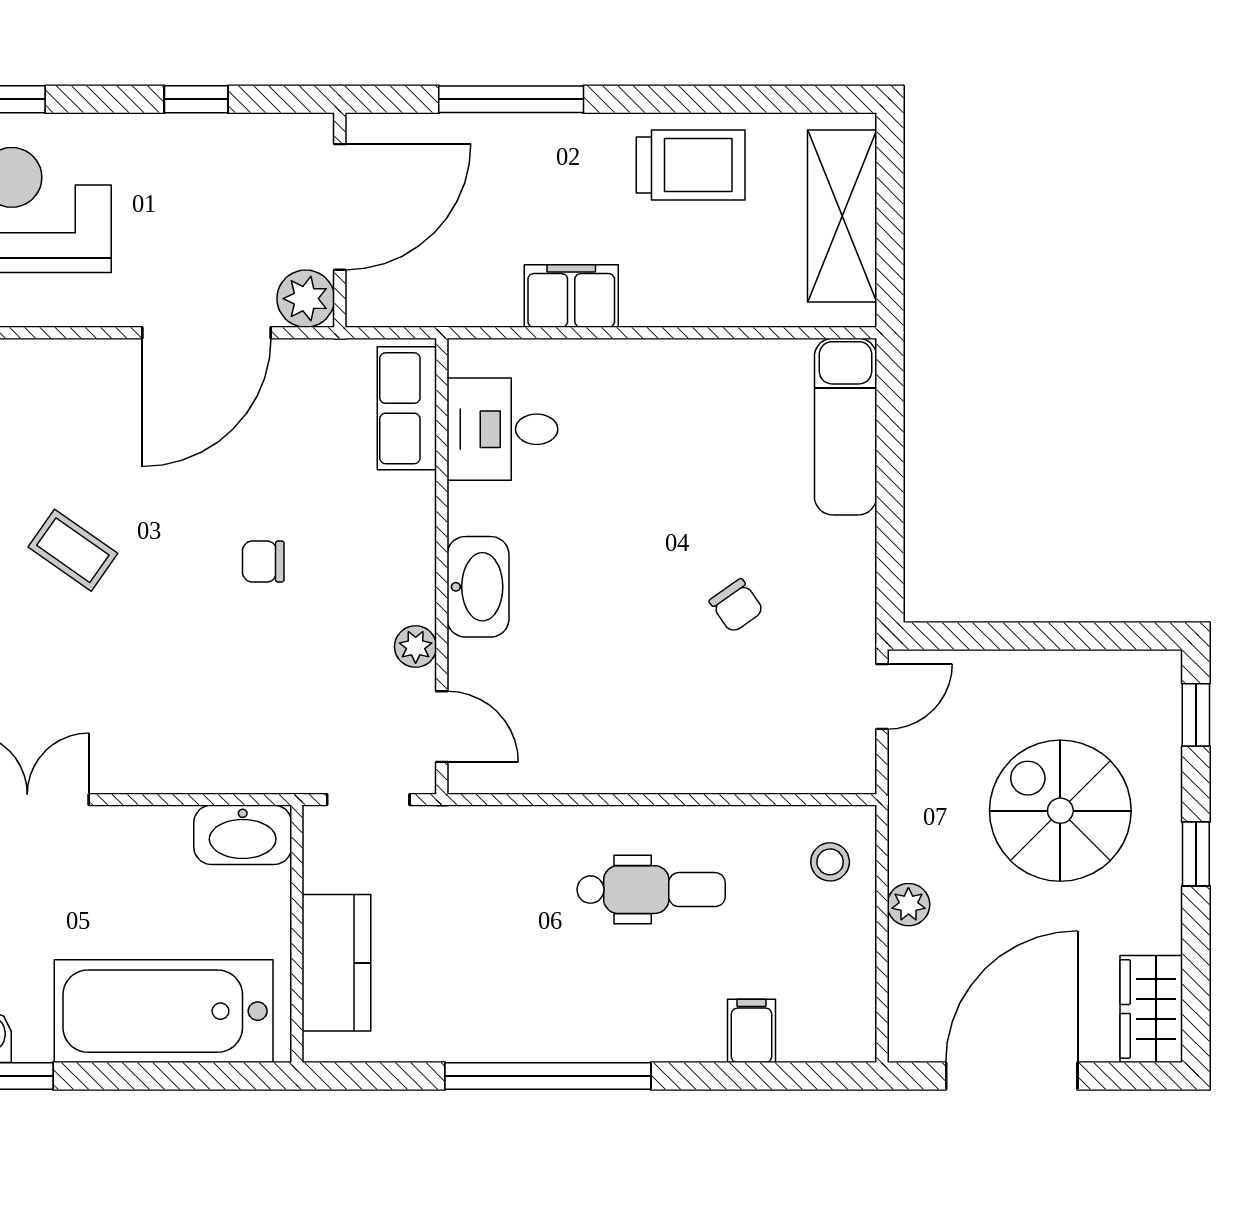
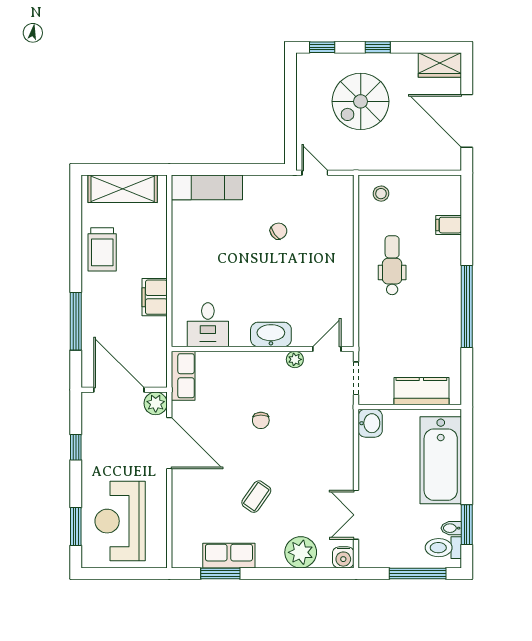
trolley: (691, 165) -> (102, 249), turned 180
row of seats: (407, 408) -> (183, 376), moved, turned -90
washbasin: (243, 835) -> (370, 423), width x0.72
plant: (908, 905) -> (398, 162), removed

